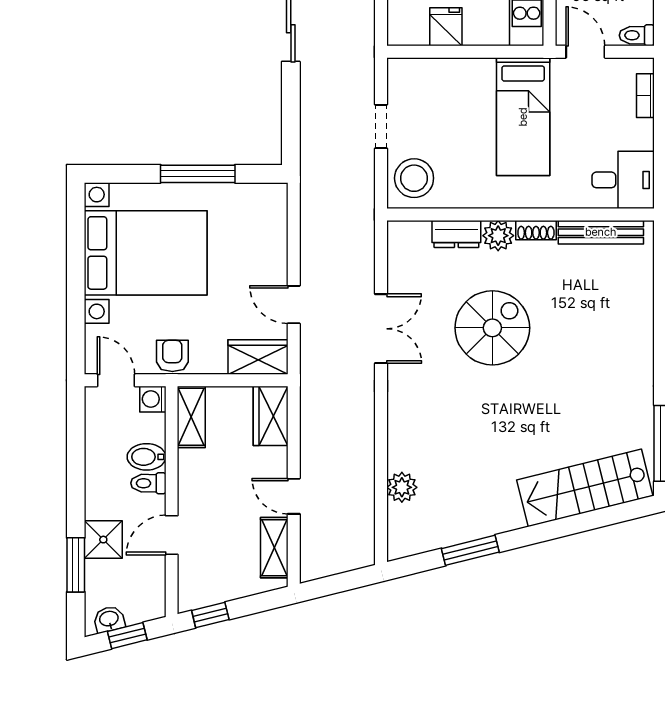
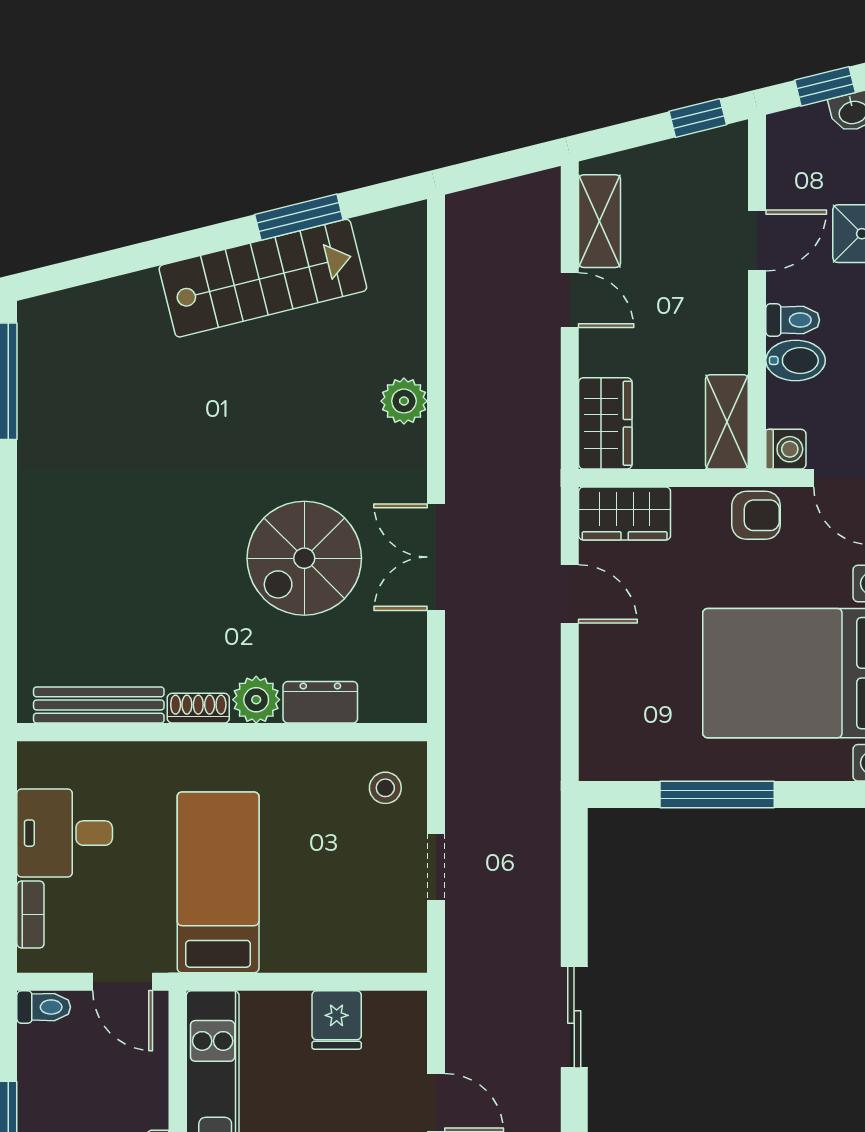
stool: (414, 178) -> (385, 788), width x0.53, depth x0.53
desk: (623, 180) -> (65, 833), moved
spiral stairs: (492, 328) -> (304, 558), moved
armchair: (172, 356) -> (756, 515), turned -90
plant: (402, 487) -> (404, 401), moved
stairs: (585, 488) -> (263, 278), moved

